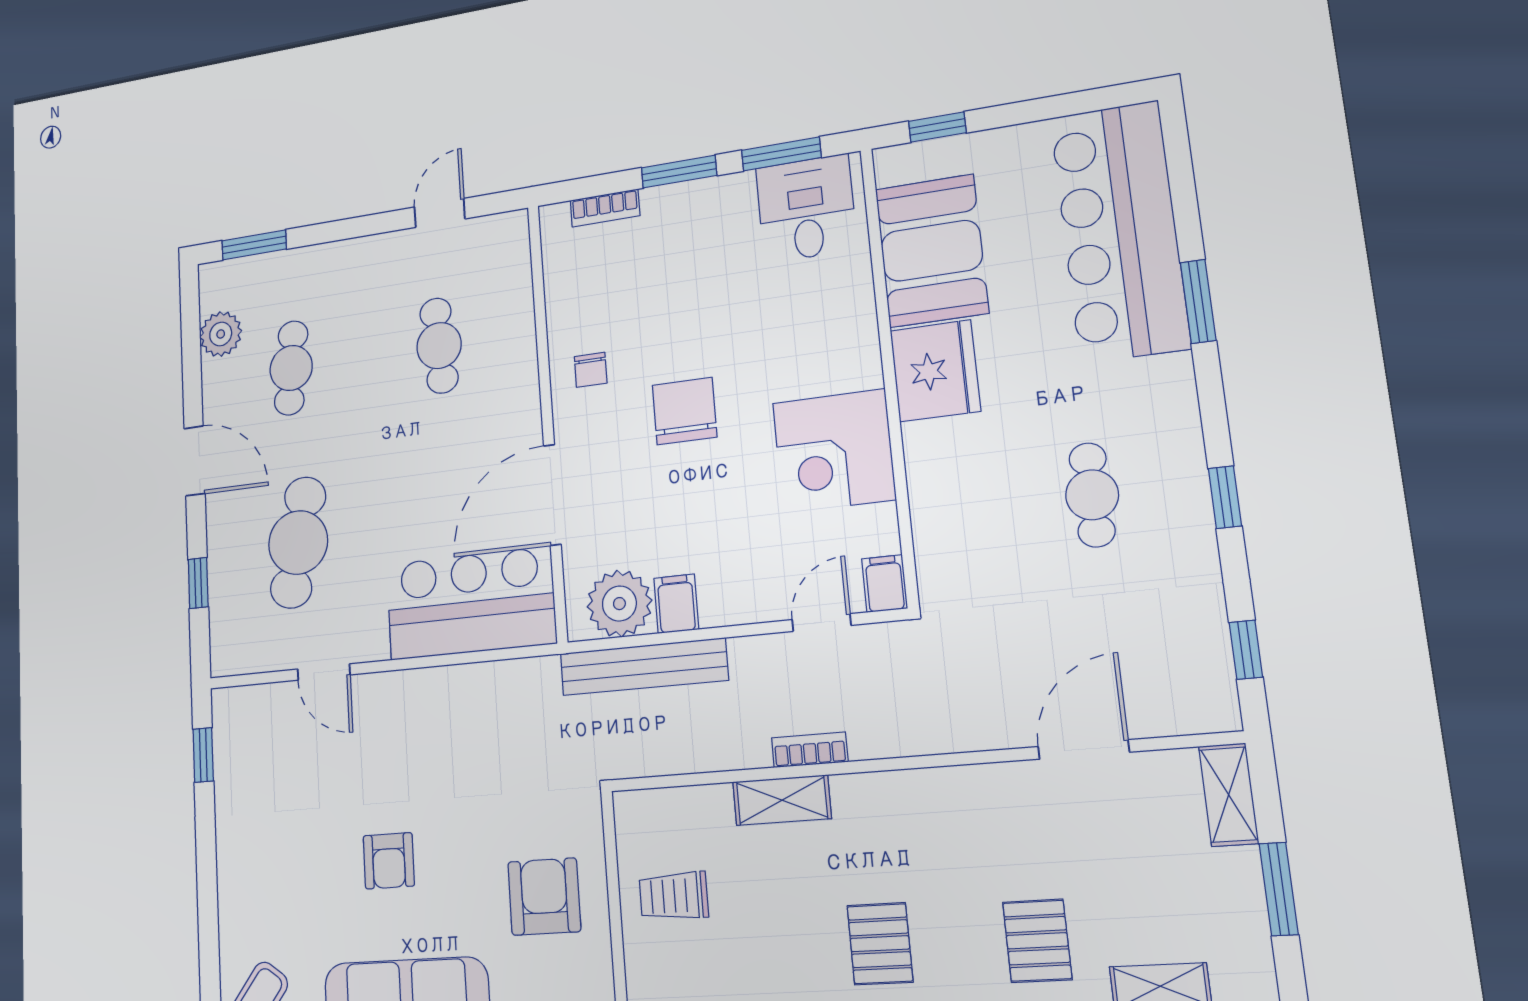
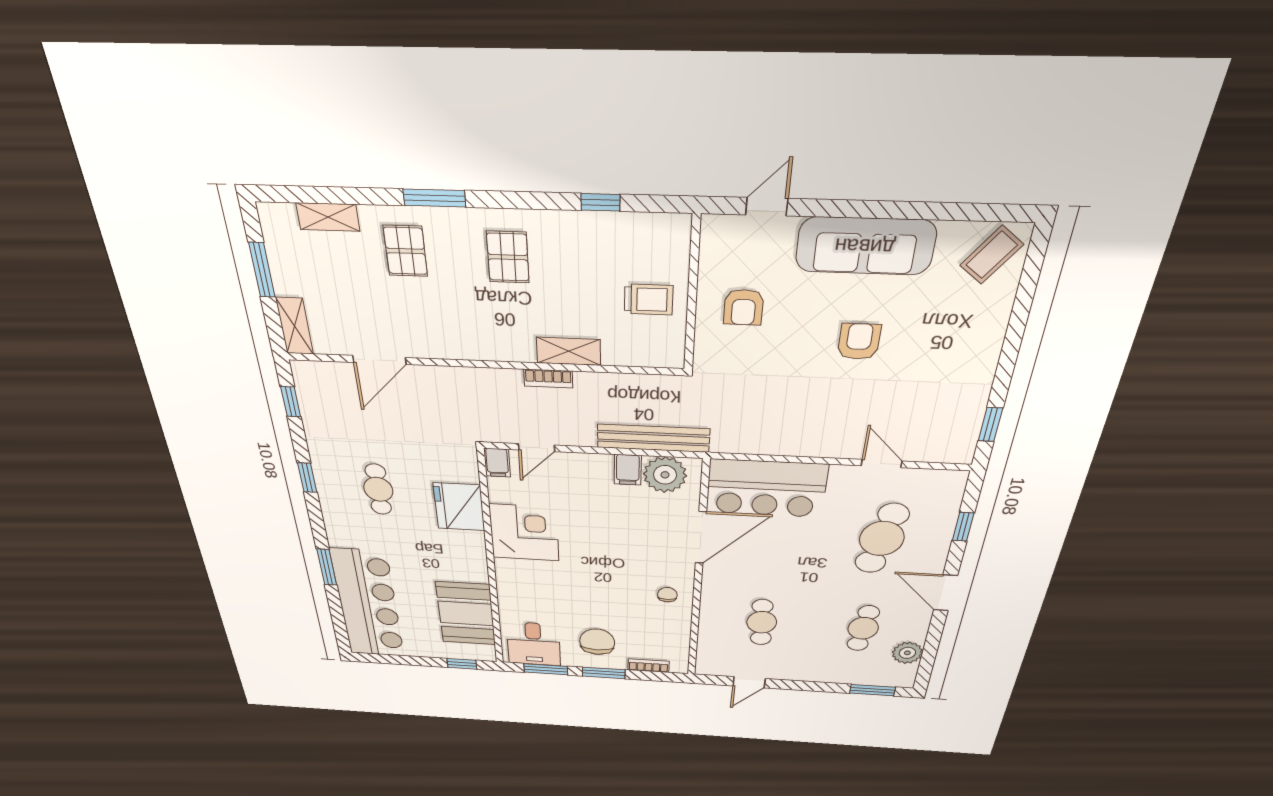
fridge: (935, 371) -> (459, 507), moved
chair: (685, 411) -> (597, 642), moved, turned 180
armchair: (544, 897) -> (744, 307), width x0.72, depth x0.72

